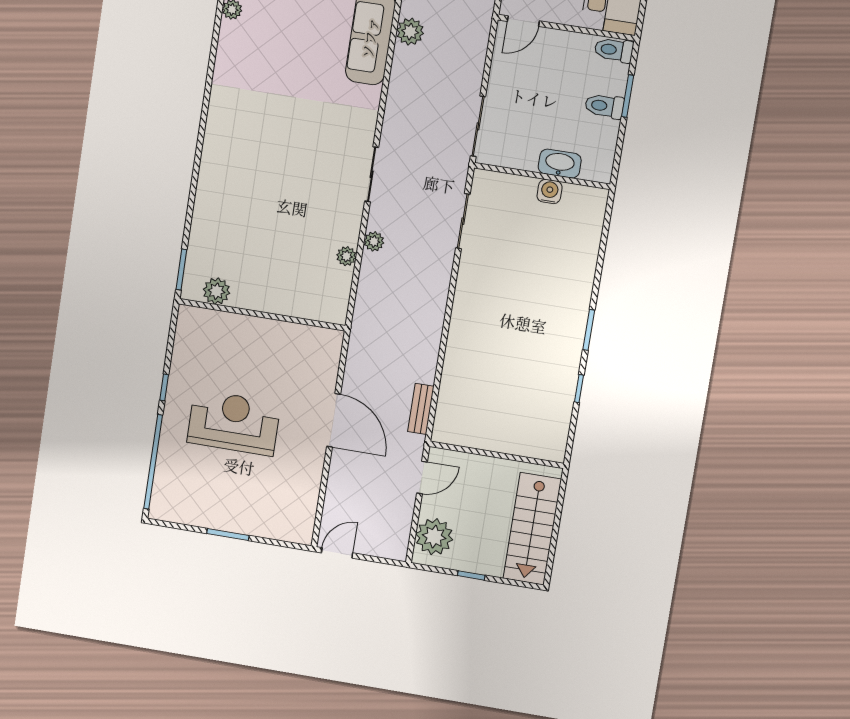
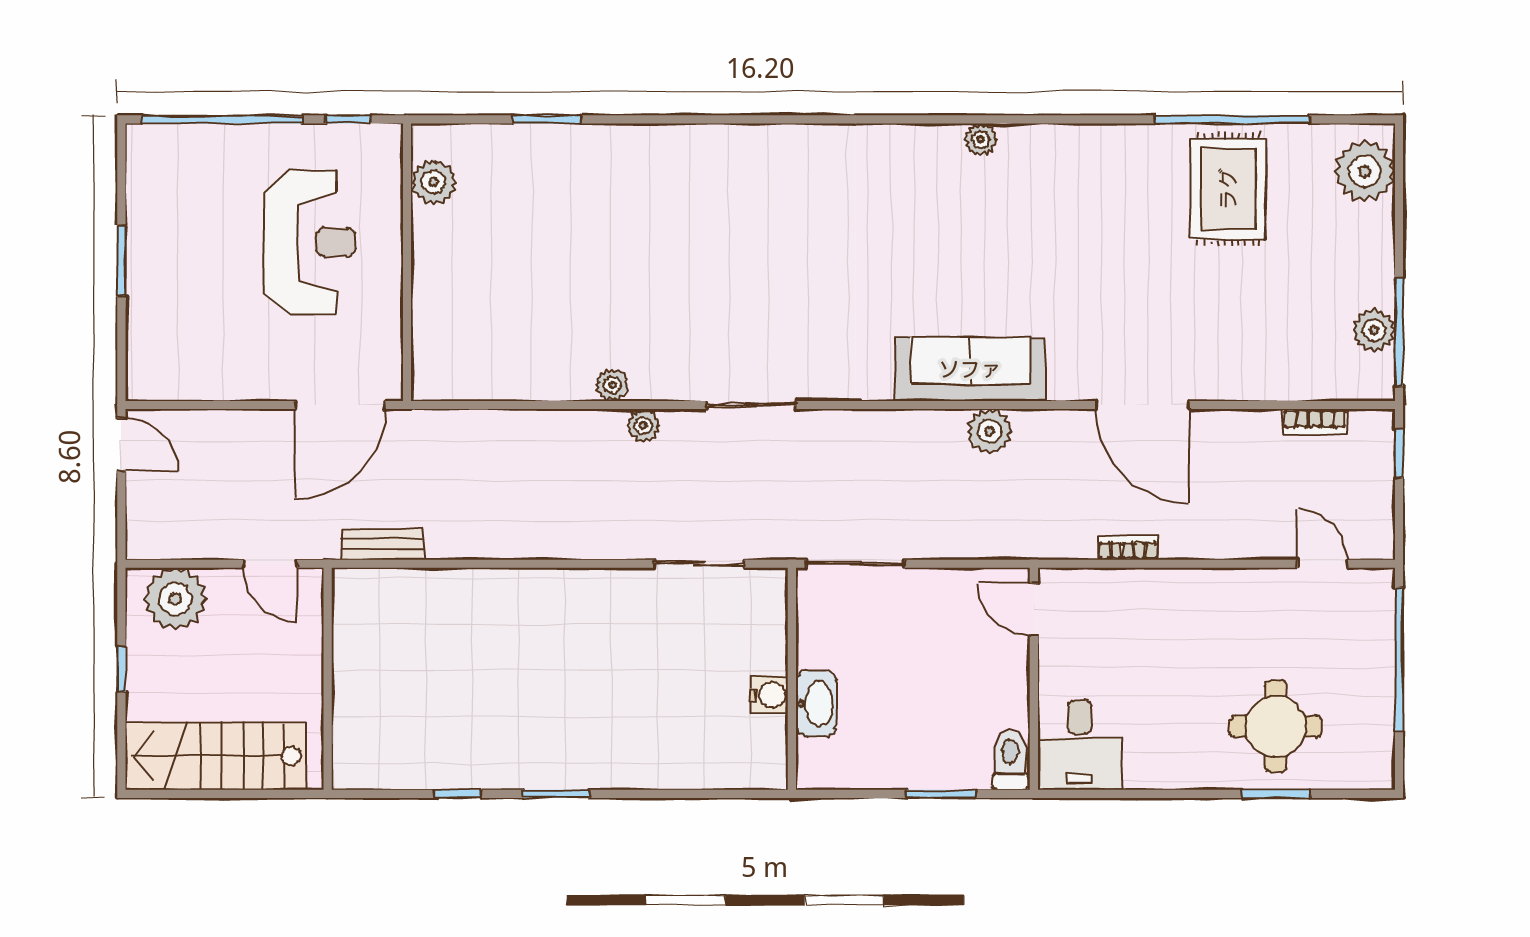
toilet: (604, 106) -> (919, 760), removed
plant: (216, 291) -> (434, 182), moved
wall: (262, 315) -> (407, 262), moved

